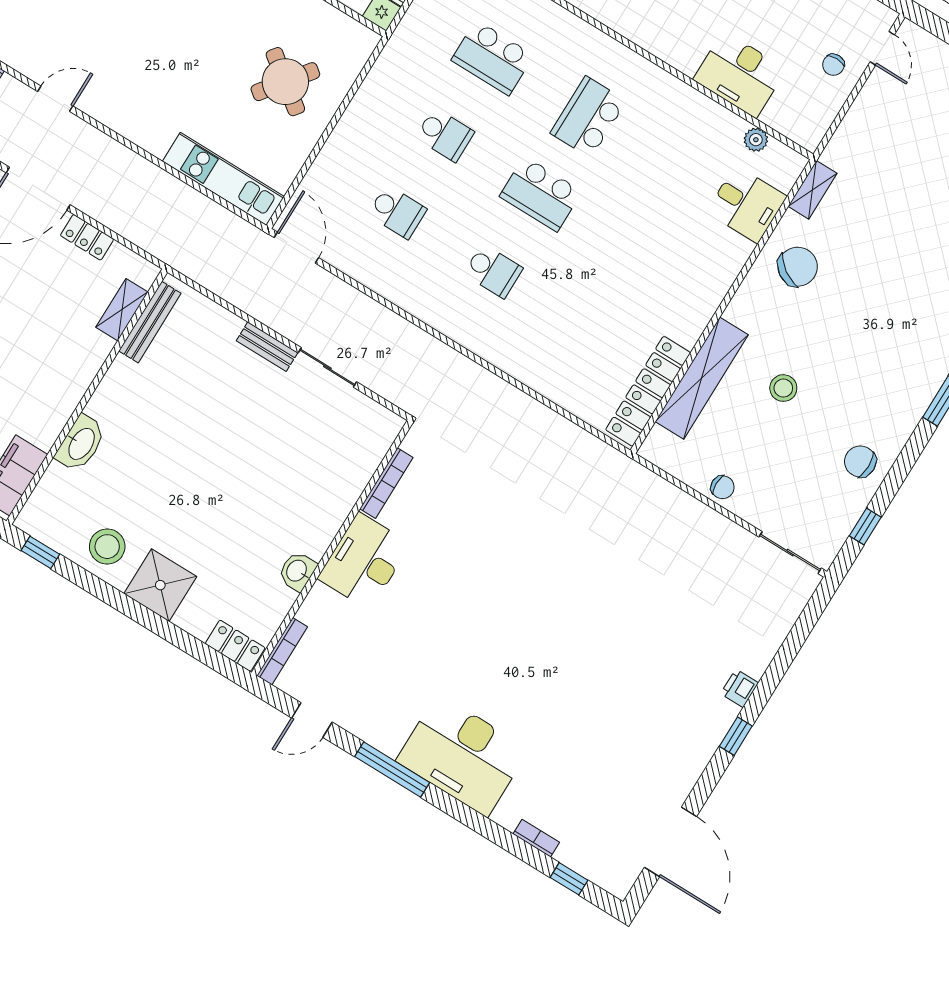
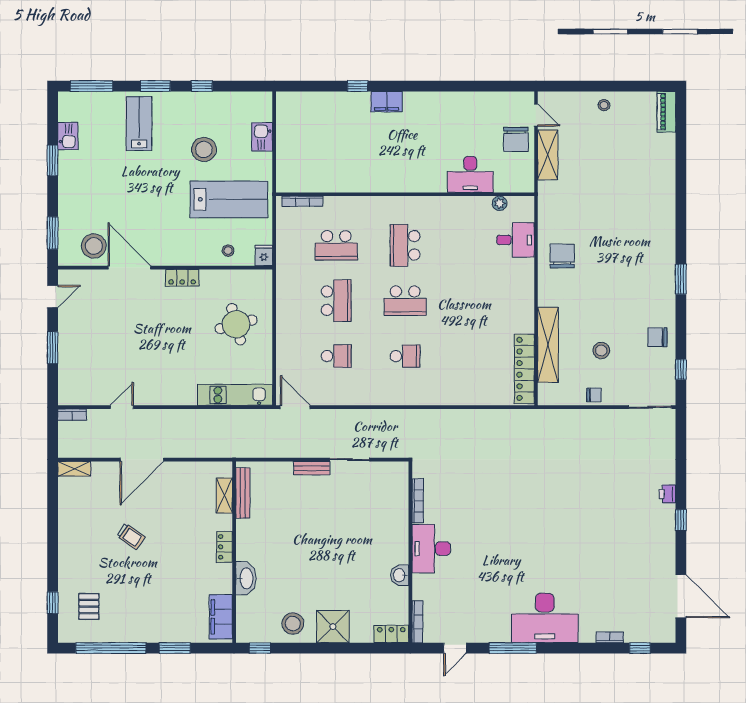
chair: (833, 65) -> (516, 139), width x1.87, depth x1.87
round table: (285, 82) -> (236, 324), turned 38
school desk: (445, 135) -> (336, 301), width x1.85
shelving: (813, 190) -> (548, 155), moved, width x1.50, depth x1.33
locker: (87, 237) -> (225, 547), moved, turned 90
chair: (798, 267) -> (562, 256), turned -34
stool: (783, 388) -> (601, 350), moved

